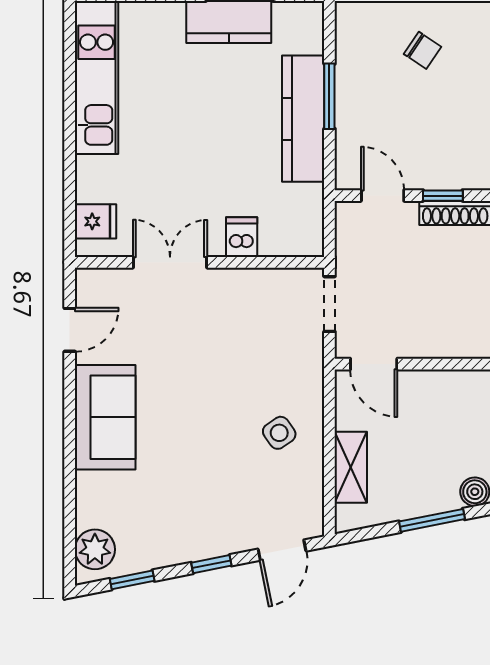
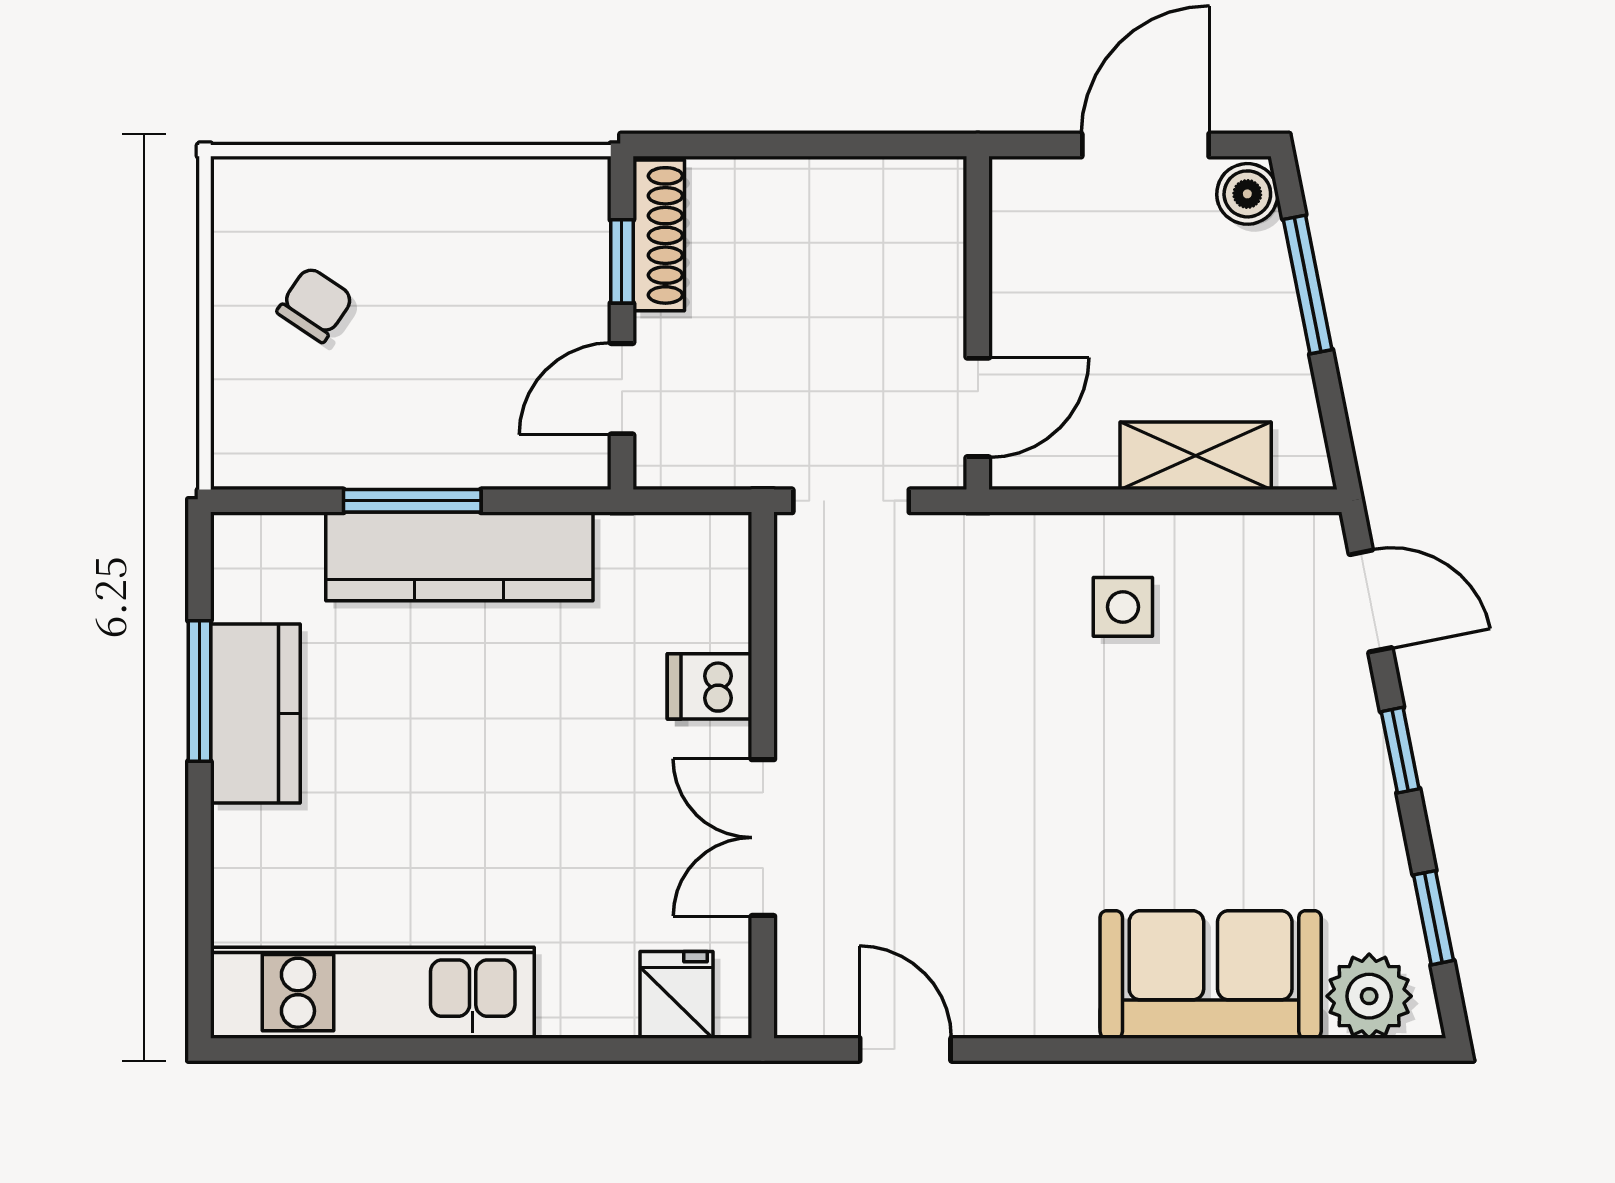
sofa: (105, 417) -> (1211, 974), moved
side table: (279, 433) -> (1123, 607), turned 35

